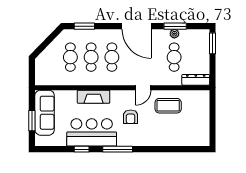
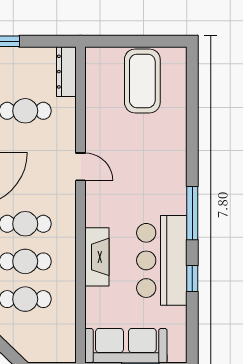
coffee table: (168, 106) -> (142, 81), moved, width x1.36, depth x1.32
armchair: (131, 117) -> (133, 190), removed

